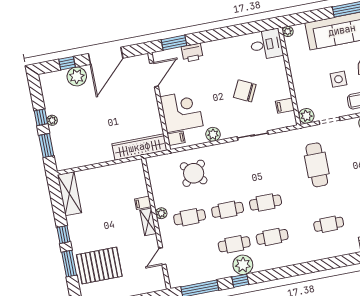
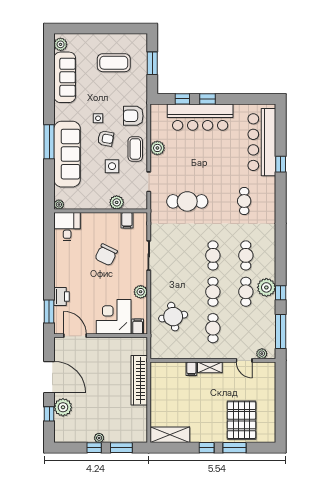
plant: (306, 116) -> (117, 202), moved
wardrobe: (139, 147) -> (139, 380), moved
round table: (194, 173) -> (173, 317), turned 33
plant: (161, 213) -> (262, 354), moved

